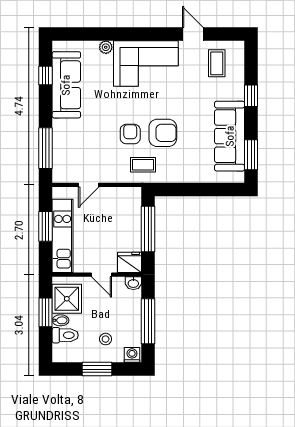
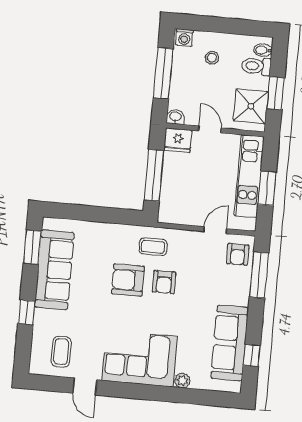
armchair: (67, 165) -> (238, 254), added
bidet: (61, 320) -> (263, 50), moved
window: (97, 369) -> (224, 25), removed

